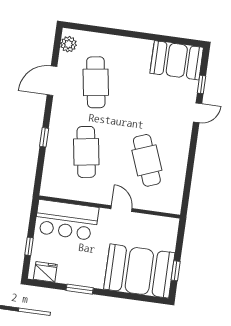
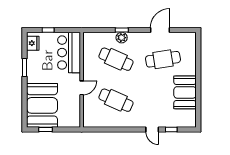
plant: (68, 44) -> (122, 38), moved
booth: (177, 60) -> (185, 92), moved
door: (52, 81) -> (160, 30), hinge flipped
cafe table: (86, 152) -> (116, 59), turned 33
cafe table: (147, 160) -> (116, 100), turned 45

